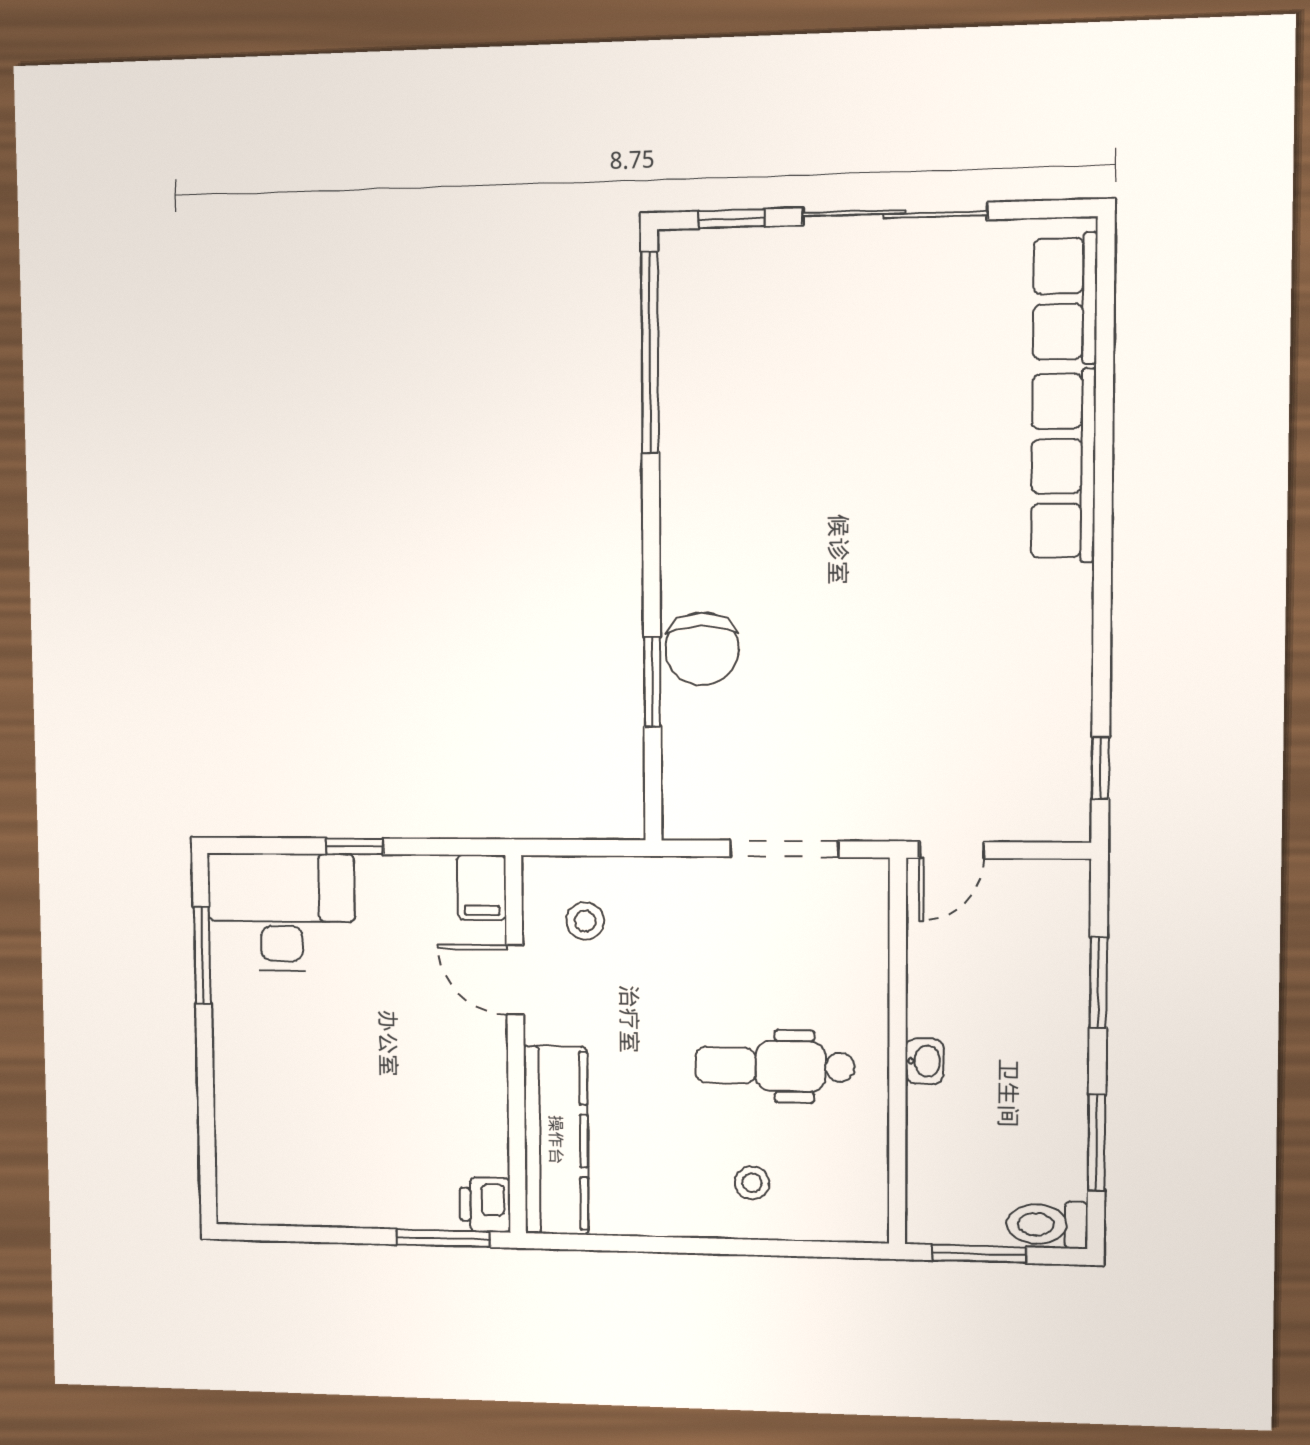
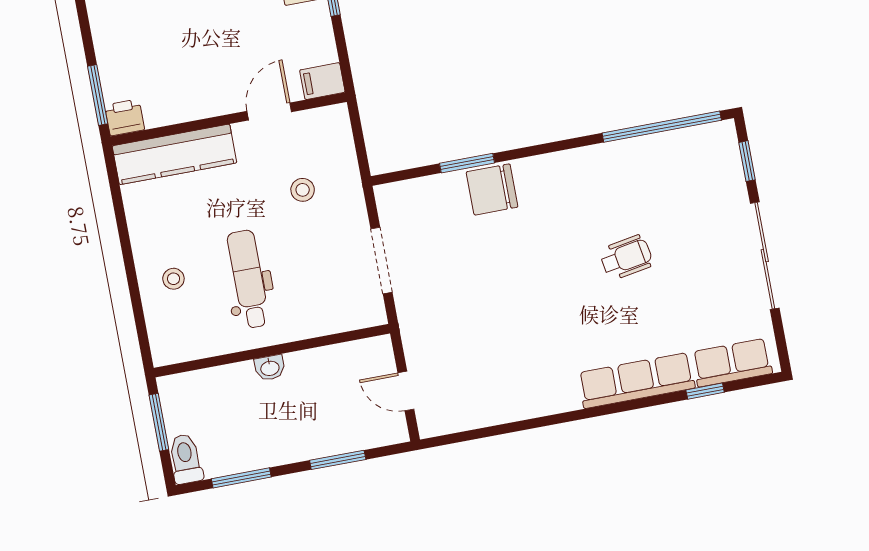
wheelchair: (854, 448) -> (626, 257), added
window: (1100, 768) -> (705, 391), moved
door: (952, 850) -> (406, 391), moved
stool: (585, 921) -> (303, 190), moved

